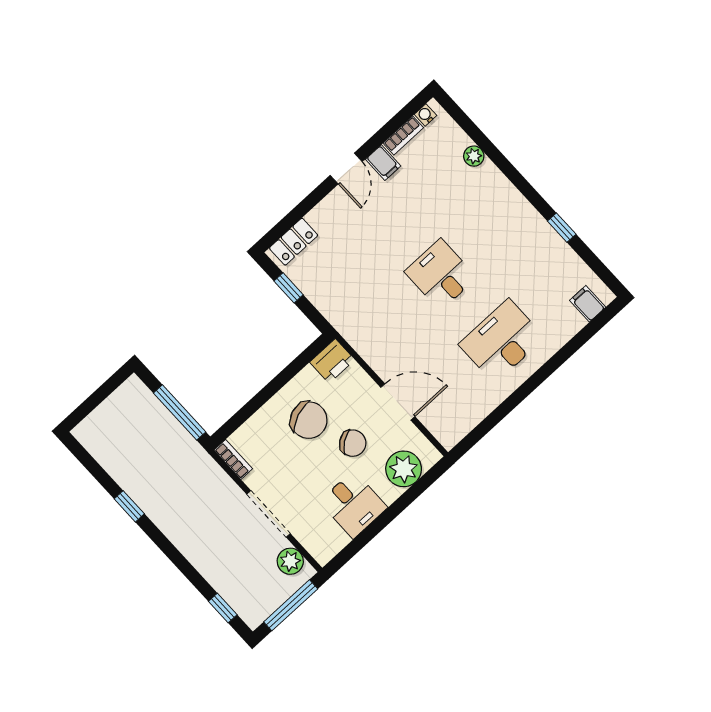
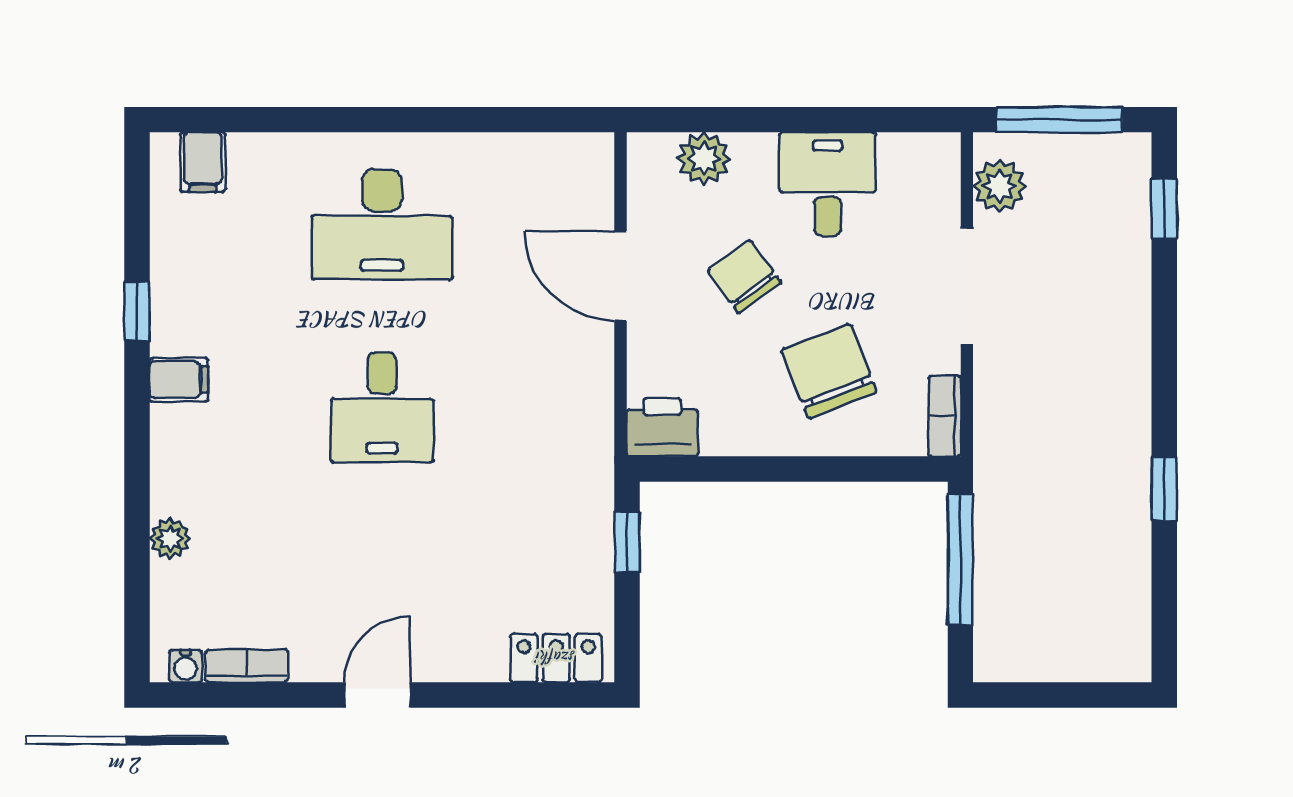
filing cabinet: (383, 163) -> (179, 380), moved, turned 90
window: (289, 288) -> (627, 542), moved
chair: (309, 420) -> (829, 371), moved
plant: (404, 469) -> (704, 159), width x0.73, depth x0.73

